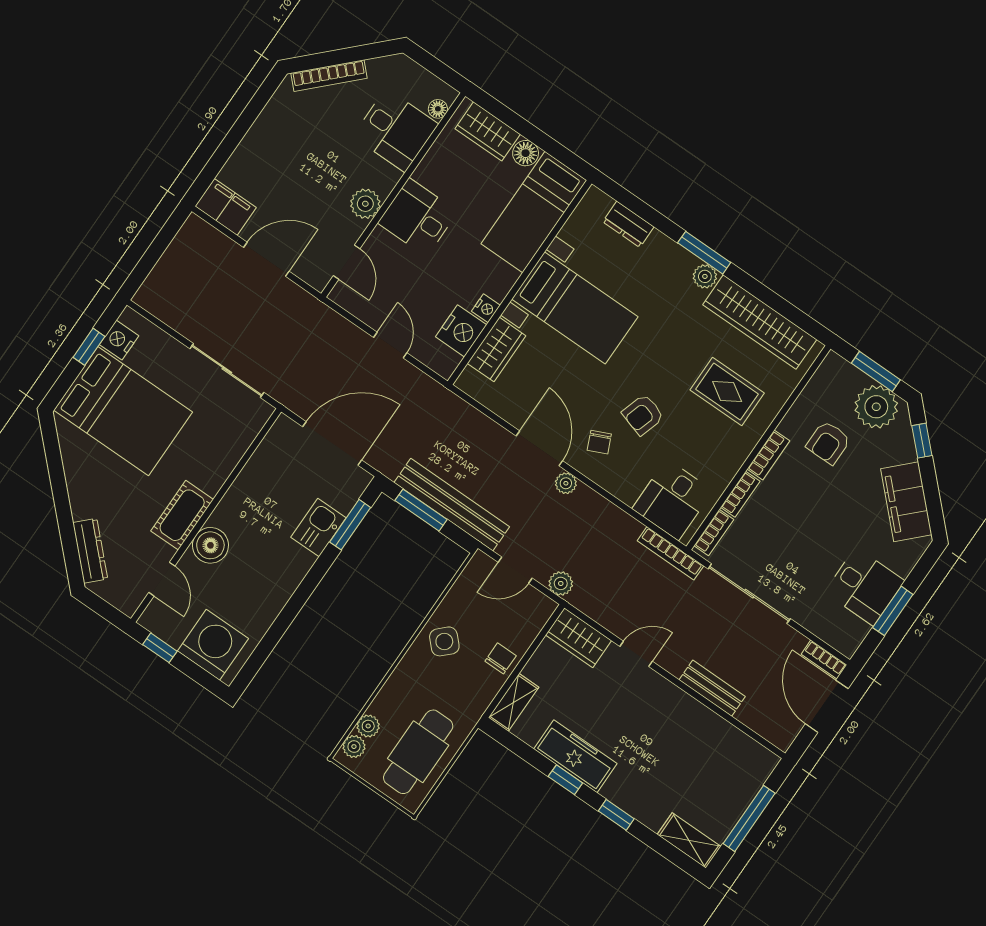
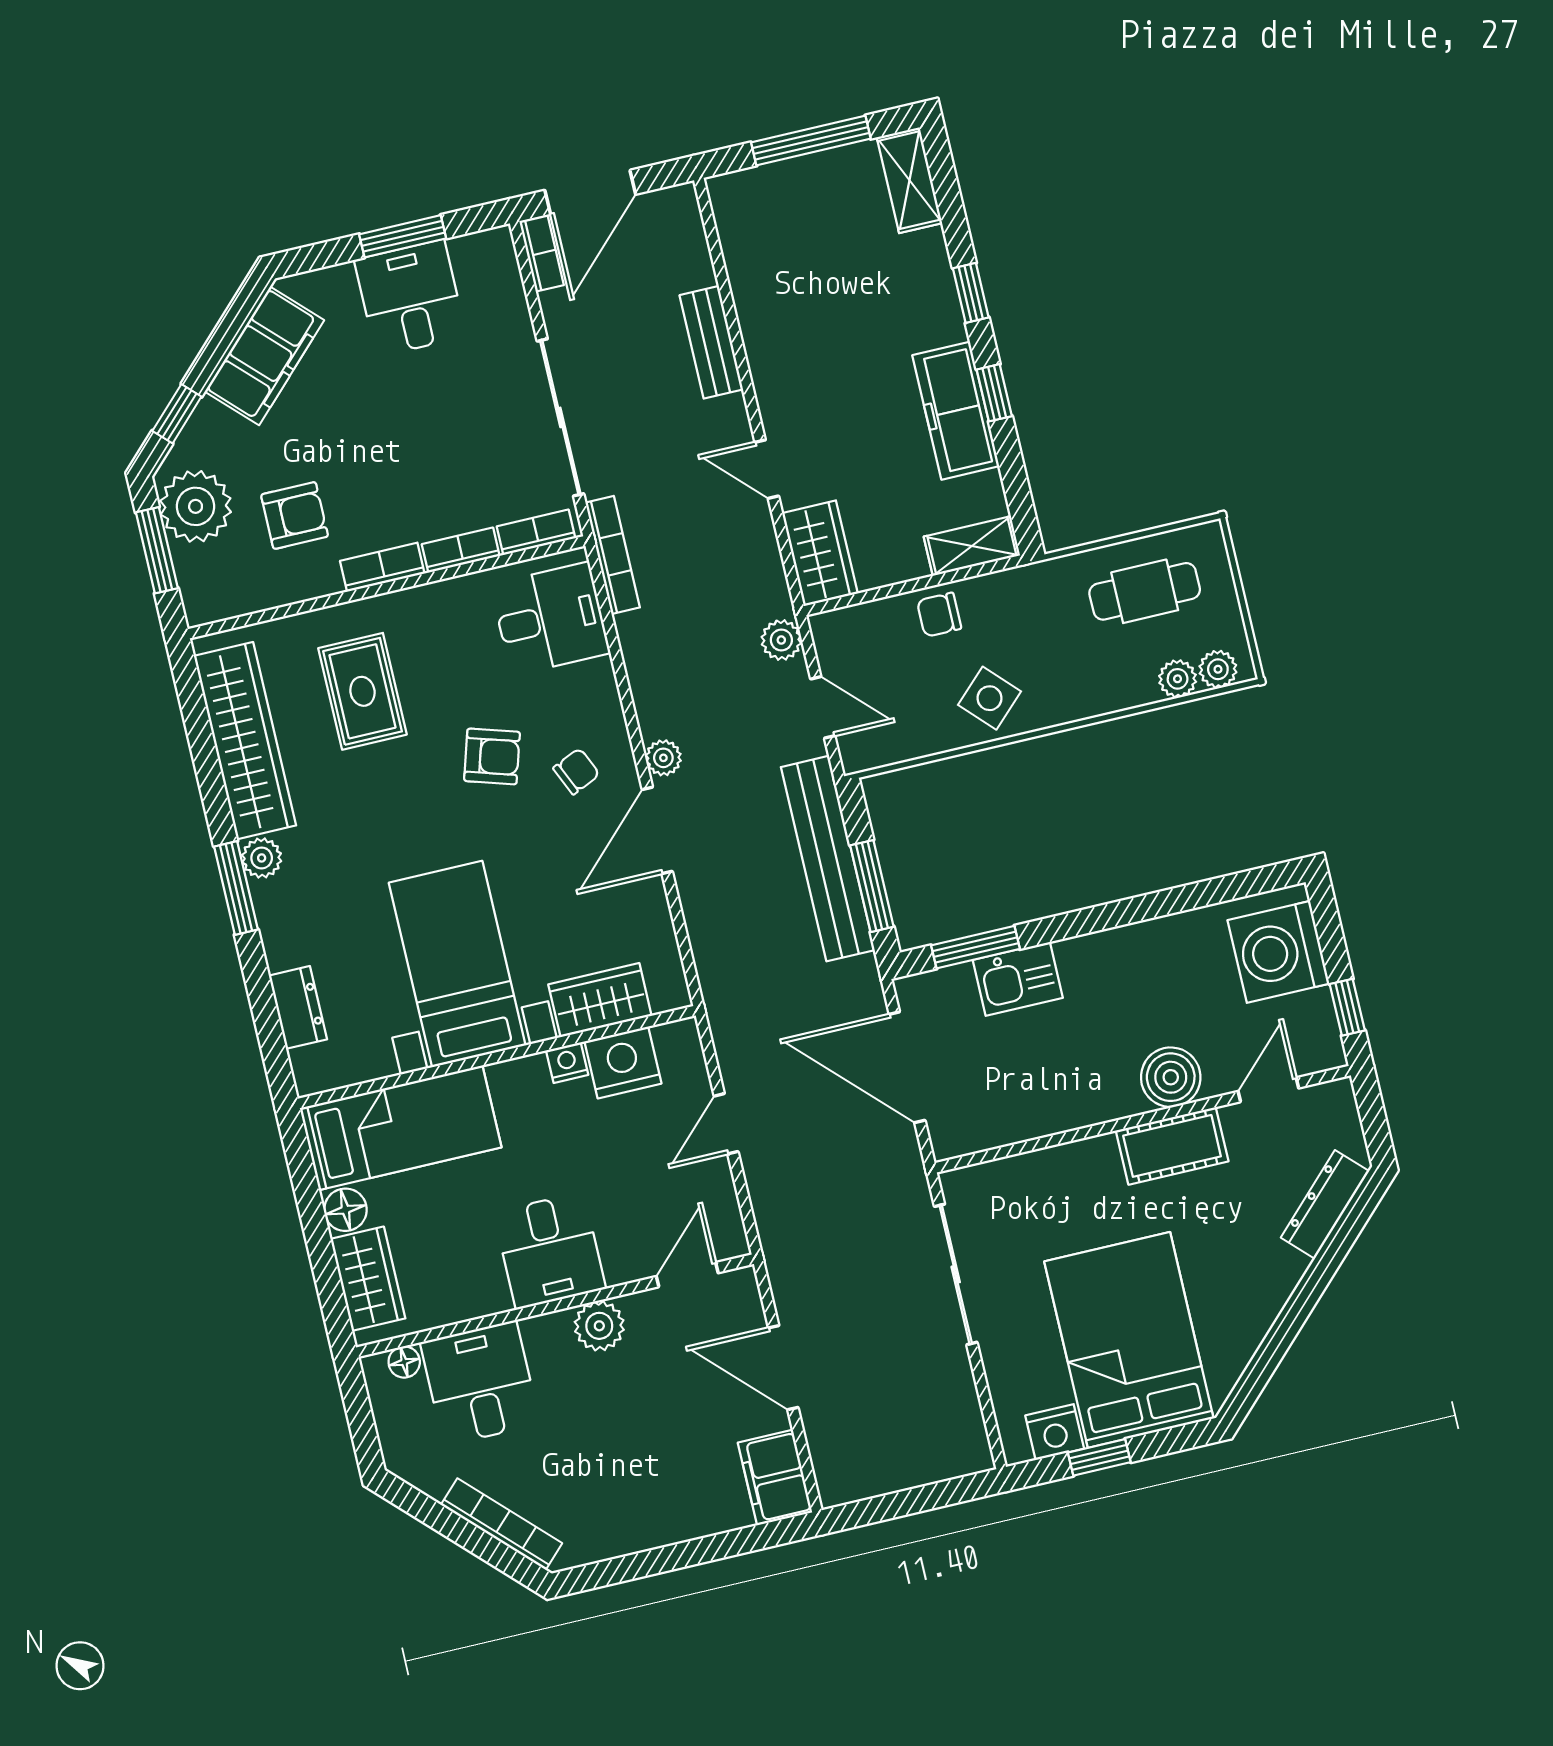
cafe table: (418, 752) -> (1145, 591), width x0.73, depth x0.74

